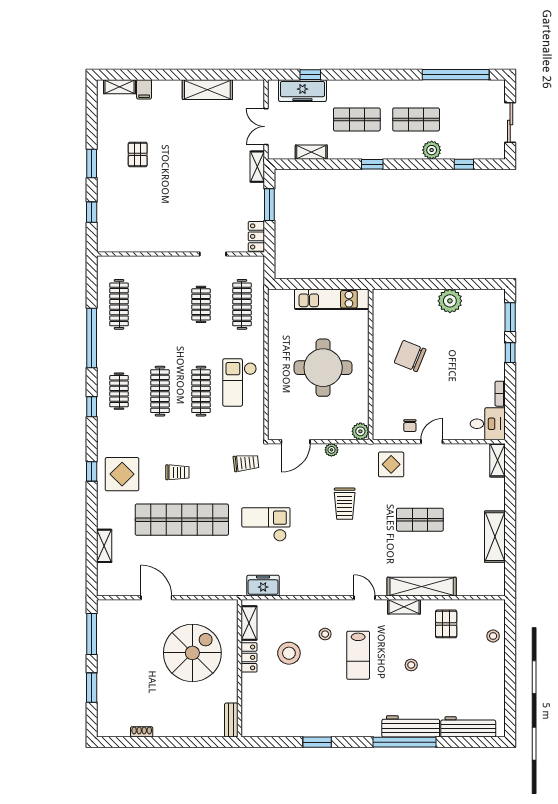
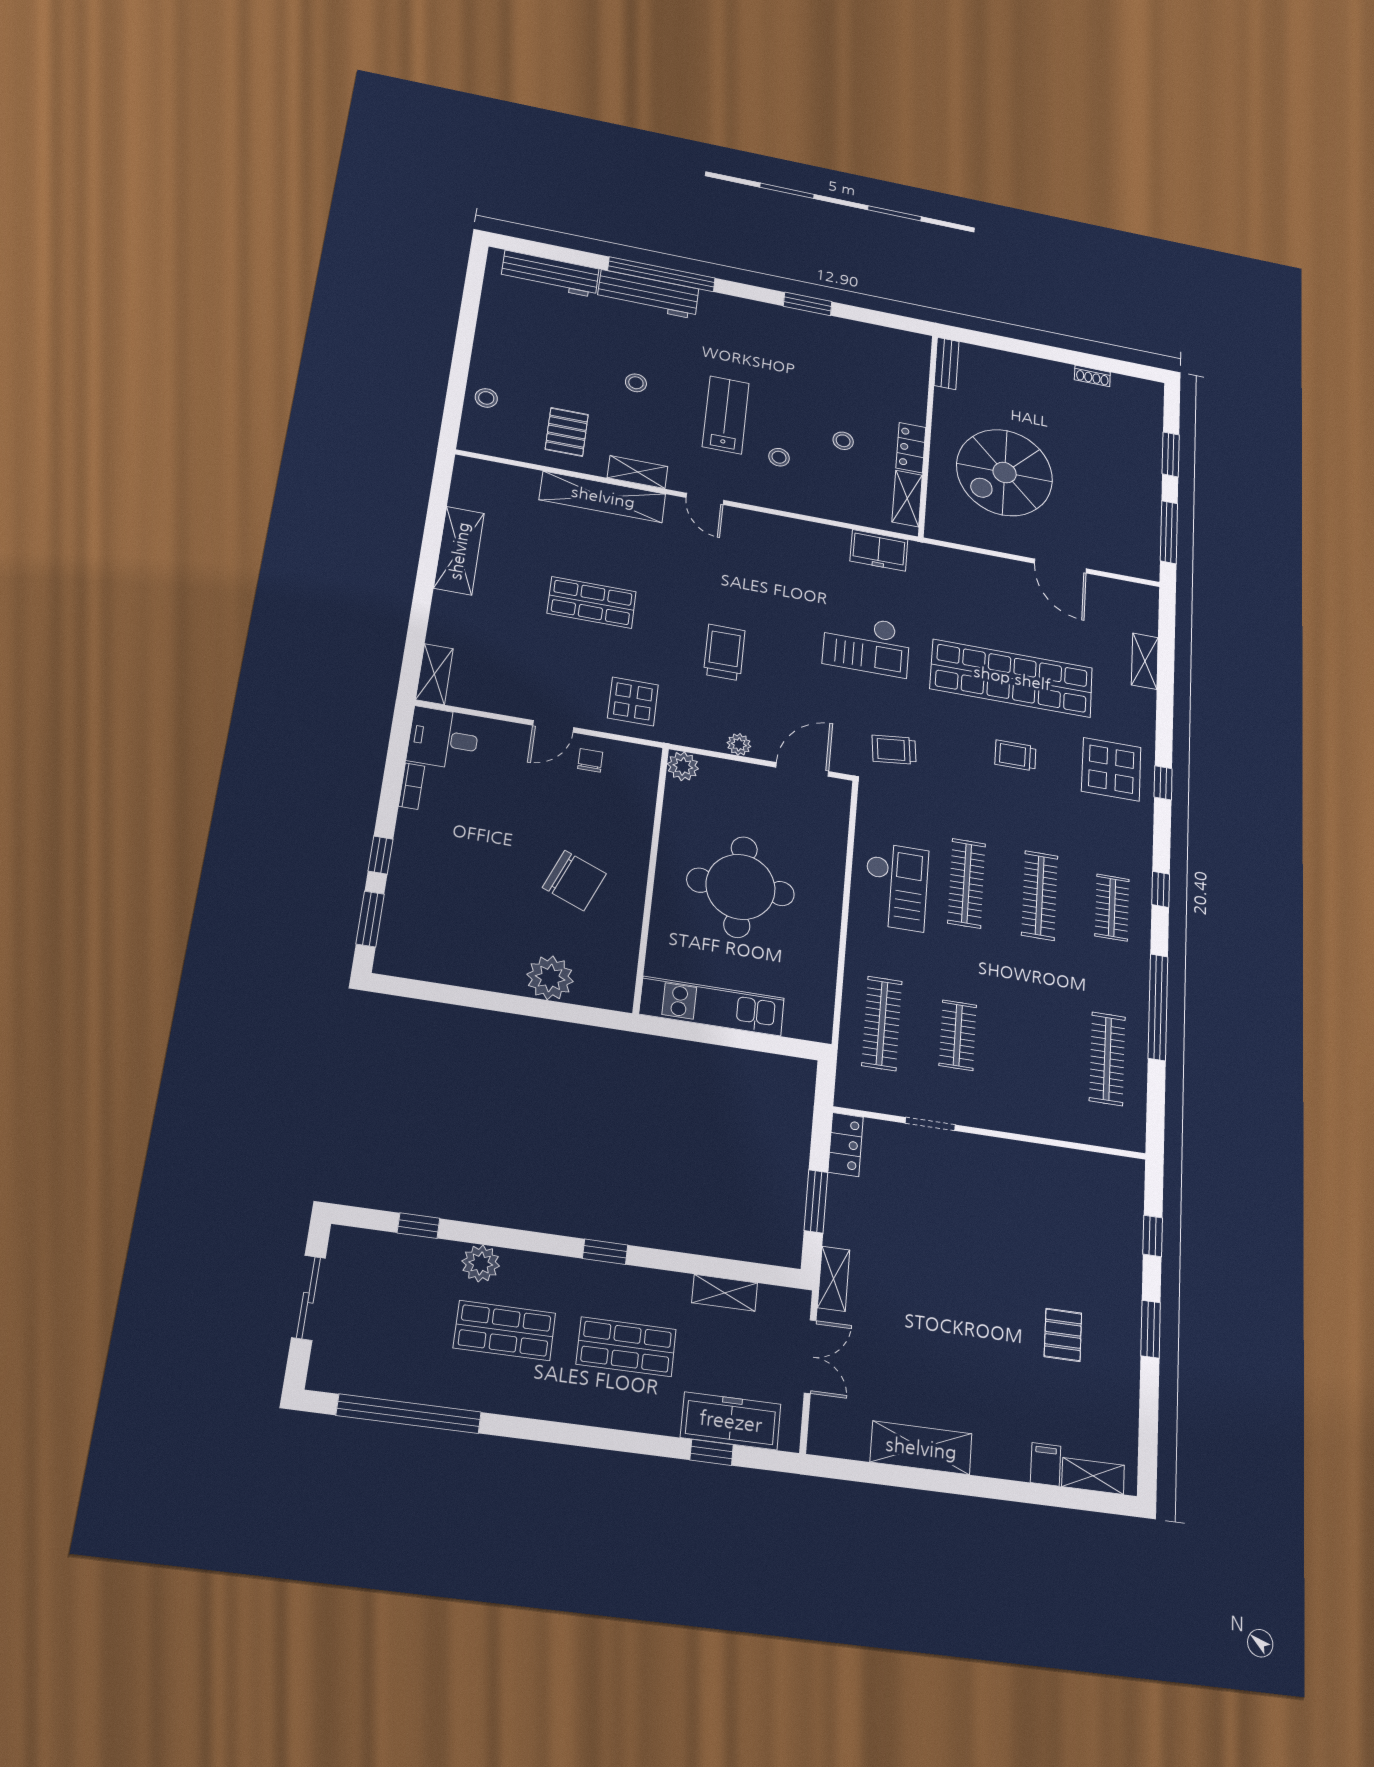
plant: (450, 301) -> (550, 978), moved
stool: (289, 653) -> (843, 441), width x0.53, depth x0.53

